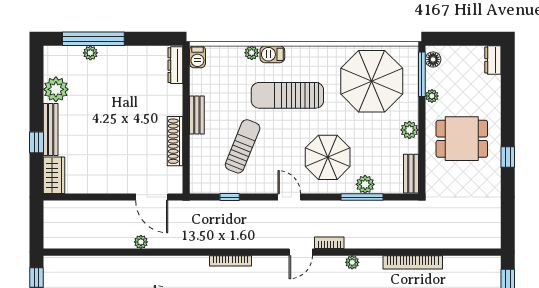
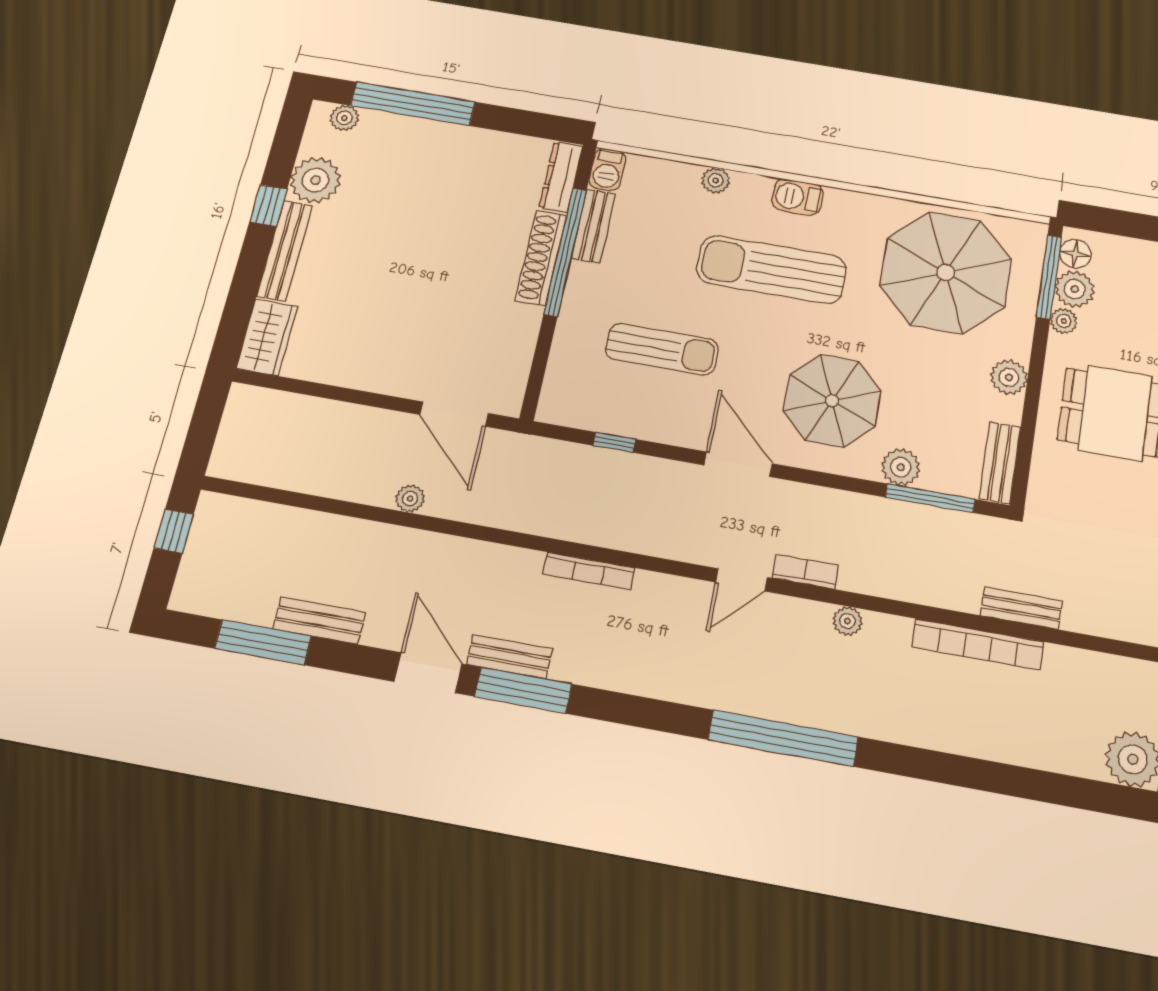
plant: (90, 53) -> (344, 118), moved
barbecue: (272, 54) -> (797, 197), moved
plant: (435, 78) -> (1075, 289), added
window: (186, 105) -> (565, 252), added
bench: (197, 115) -> (593, 226), moved
shoe rack: (175, 141) -> (541, 258), moved
window: (36, 142) -> (268, 206), moved
sun lounger: (243, 146) -> (662, 349), turned 68
door: (289, 197) -> (738, 464), width x1.38
window: (362, 197) -> (930, 498), moved
bench: (430, 242) -> (1021, 608), added

